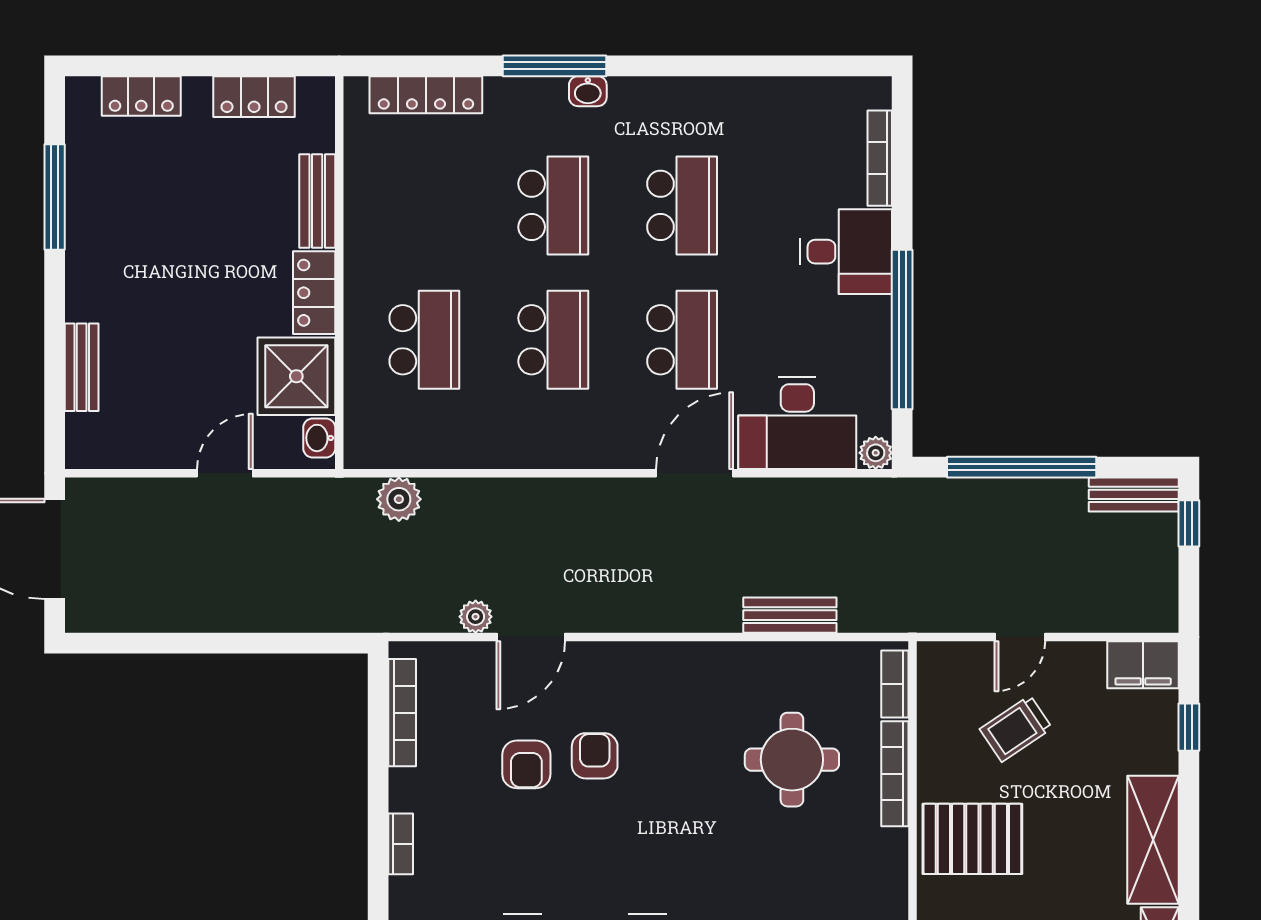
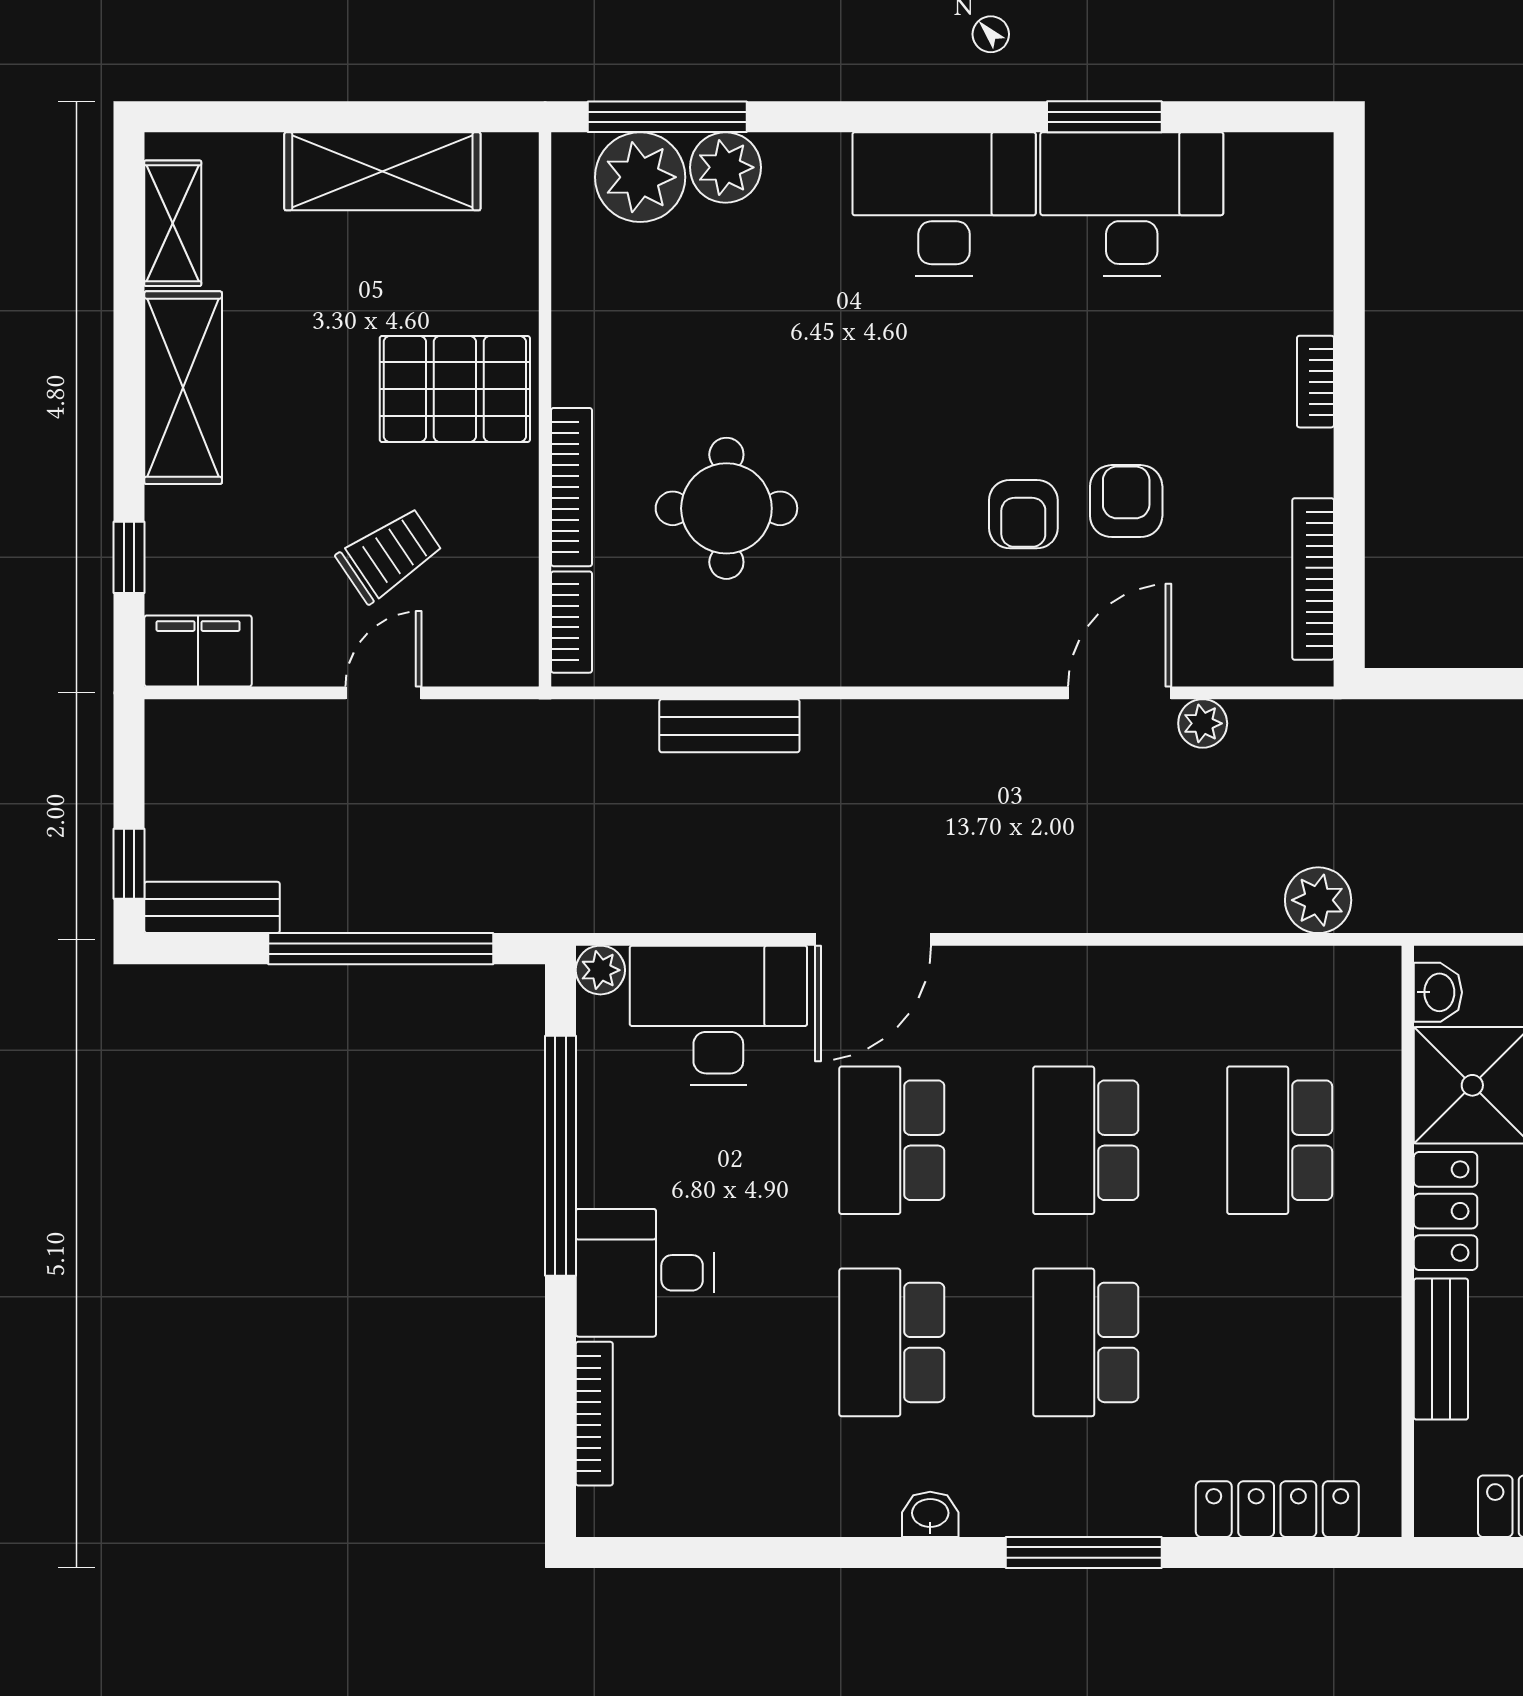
washbasin: (588, 91) -> (930, 1514), moved

